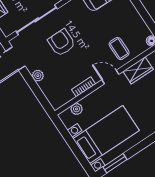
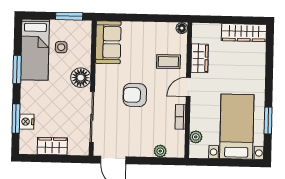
armchair: (61, 43) -> (135, 95), moved
plant: (38, 76) -> (160, 151), moved
window: (115, 163) -> (268, 121), moved

